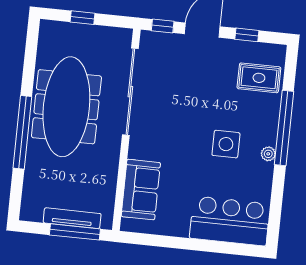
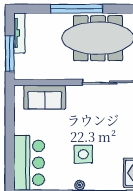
tv unit: (72, 218) -> (19, 33), moved

